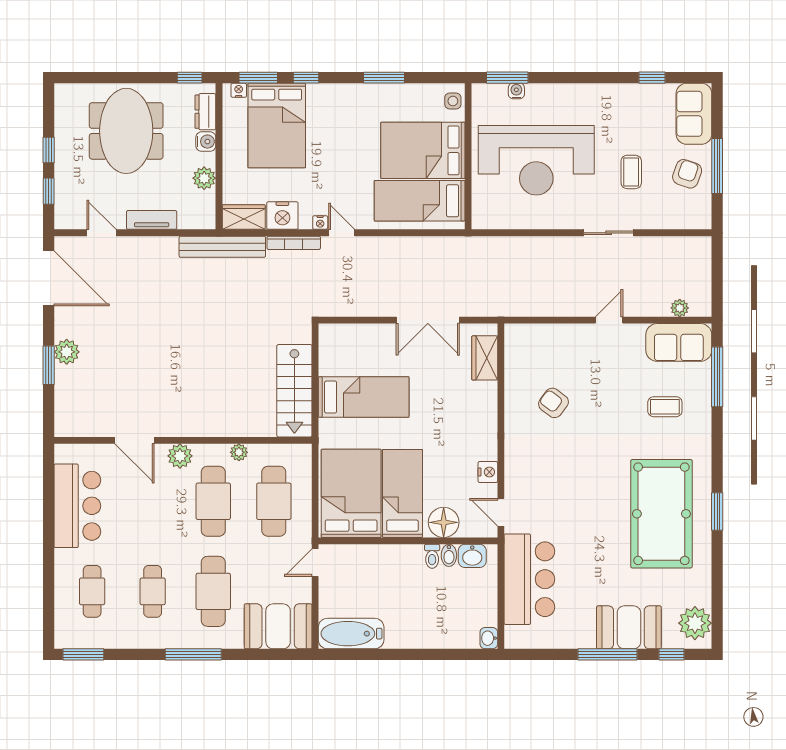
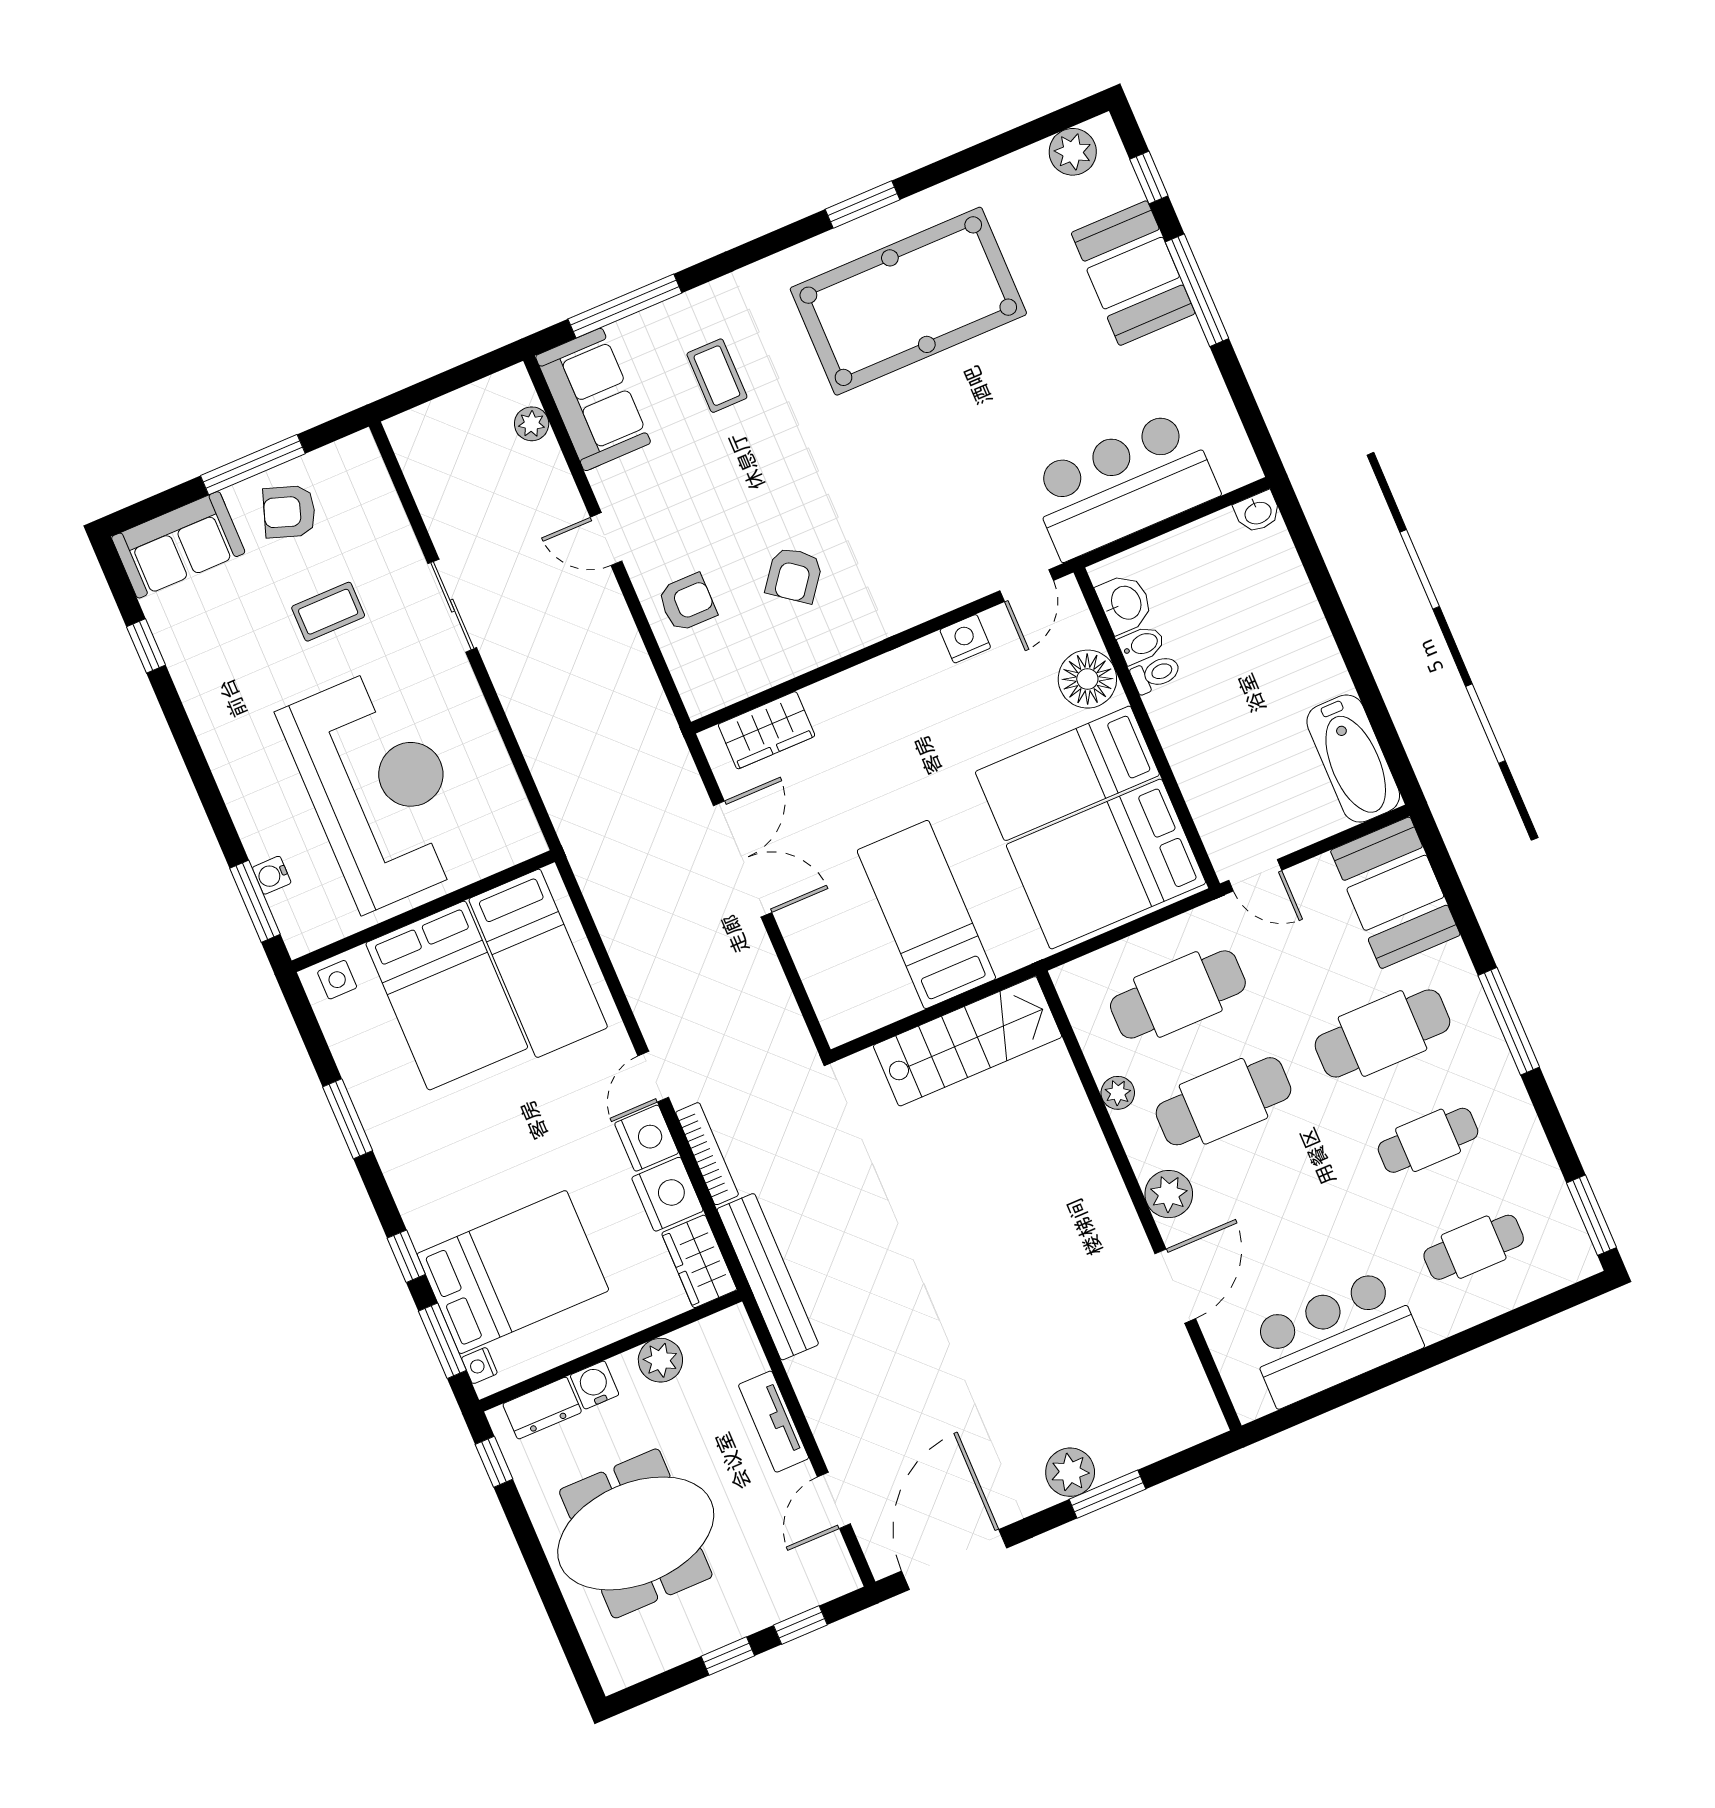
nightstand: (320, 223) -> (647, 1138), width x1.89, depth x1.79
armchair: (562, 346) -> (687, 602), added
plant: (695, 623) -> (1073, 152), width x0.73, depth x0.73

